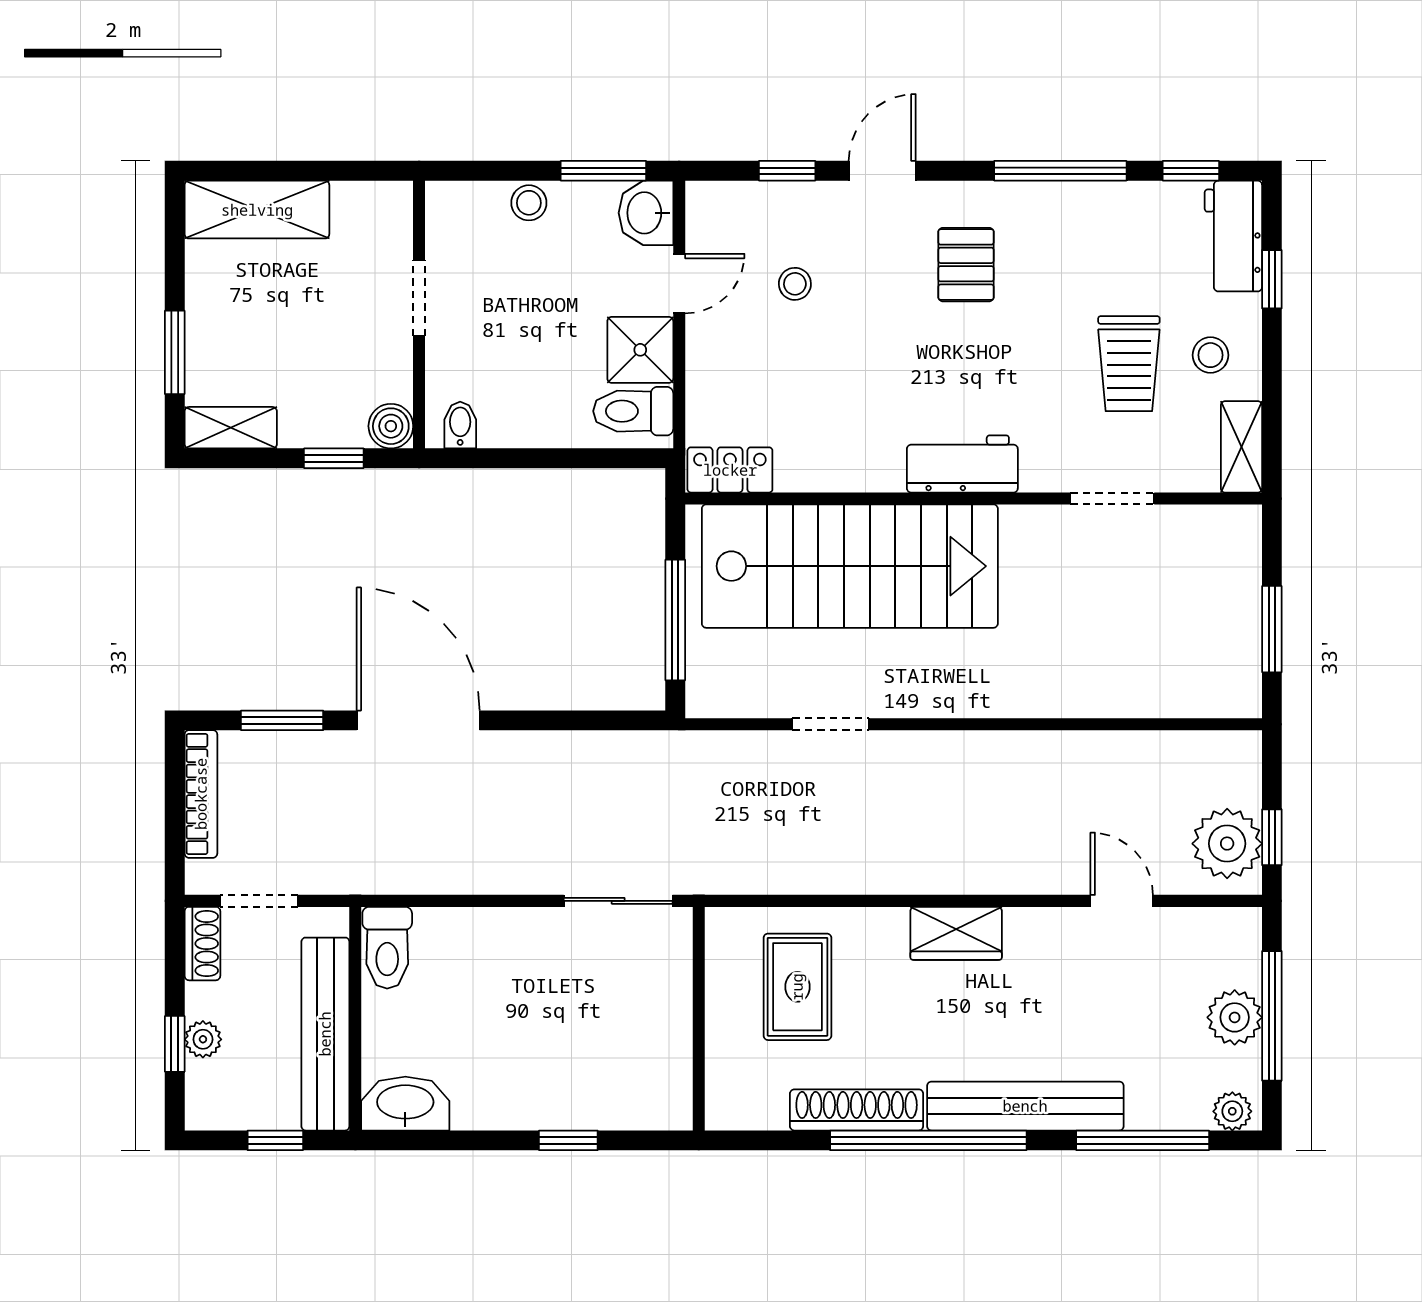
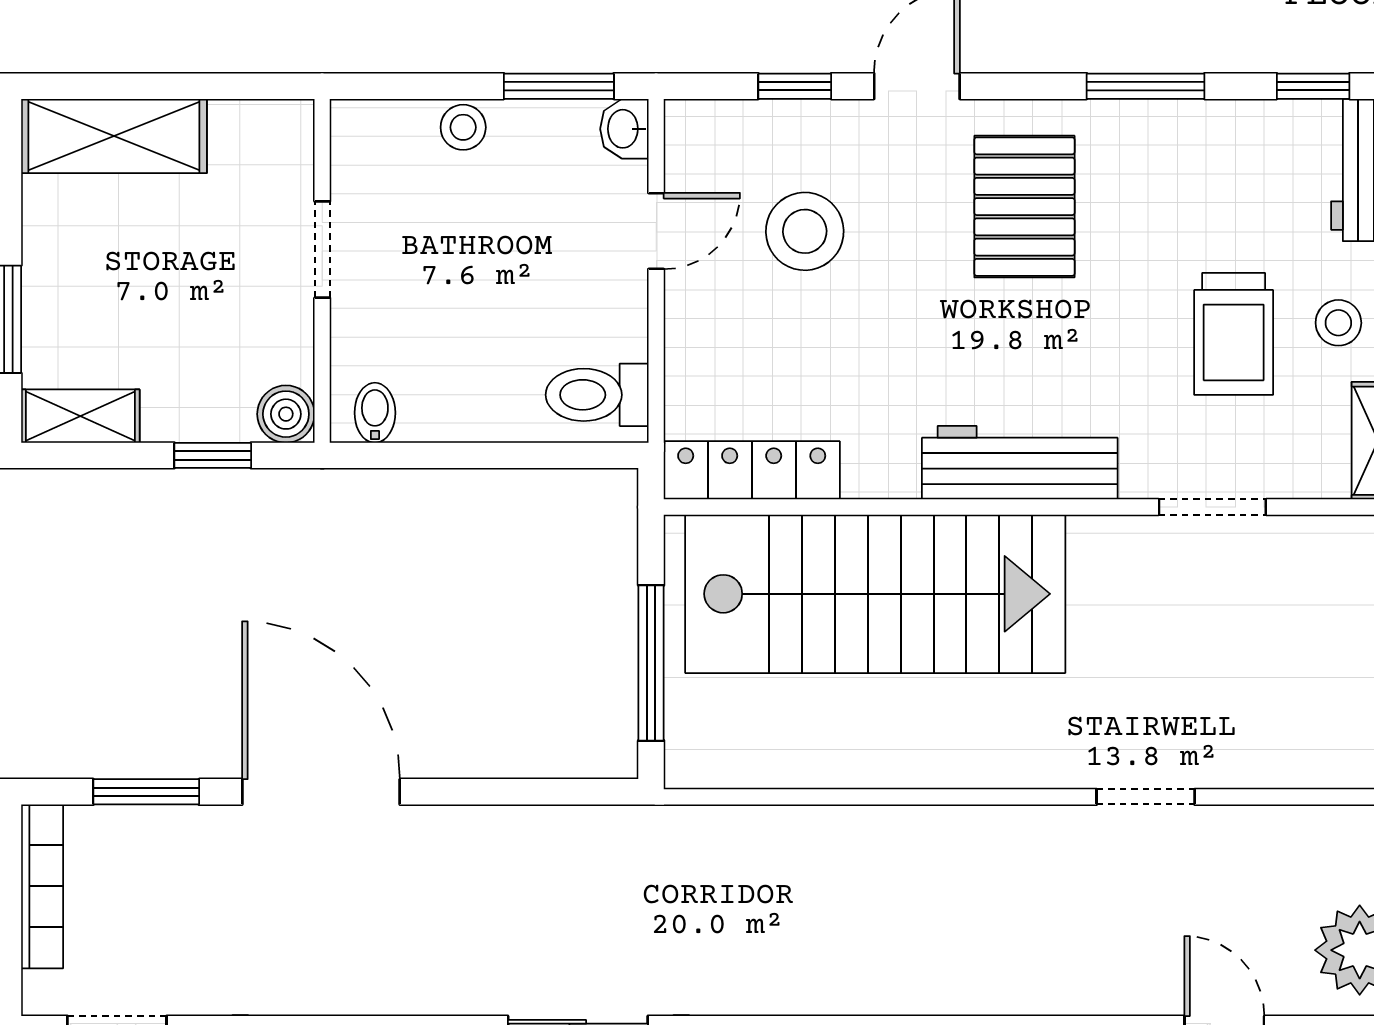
window: (1060, 171) -> (1146, 86), width x0.69
washbasin: (646, 213) -> (624, 129), width x0.72, depth x0.69
pallet: (966, 265) -> (1024, 207), width x1.50, depth x1.42
stool: (795, 284) -> (805, 231), width x1.89, depth x1.89
shower: (640, 350) -> (606, 316), removed
workbench: (962, 464) -> (1020, 463), width x1.38
locker: (730, 470) -> (752, 470), width x1.53
doorway: (831, 724) -> (1146, 797), moved

